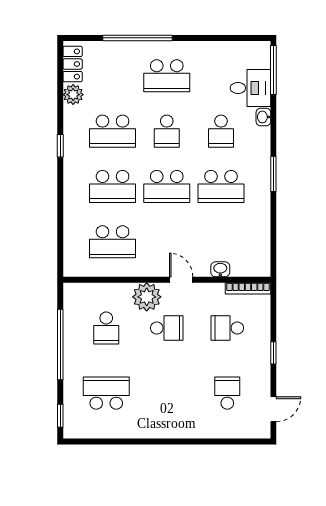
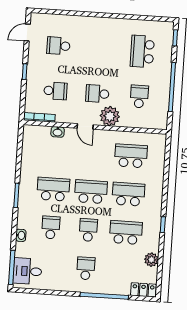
locker: (73, 64) -> (143, 290), moved, turned 90
school desk: (167, 76) -> (86, 268), width x0.54
desk: (250, 88) -> (27, 271), moved
school desk: (106, 393) -> (142, 51), turned 90
school desk: (227, 393) -> (58, 46), turned 90

